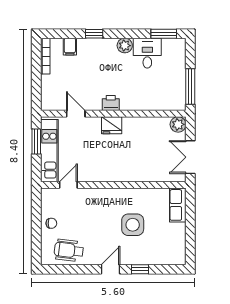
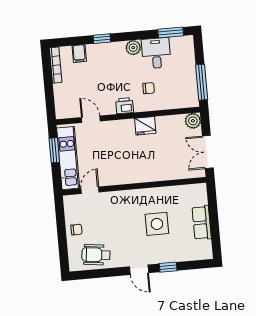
chair: (137, 88) -> (149, 88), added
fridge: (112, 125) -> (145, 126), moved
row of seats: (178, 205) -> (202, 223), moved
door: (111, 269) -> (139, 270), swing flipped

